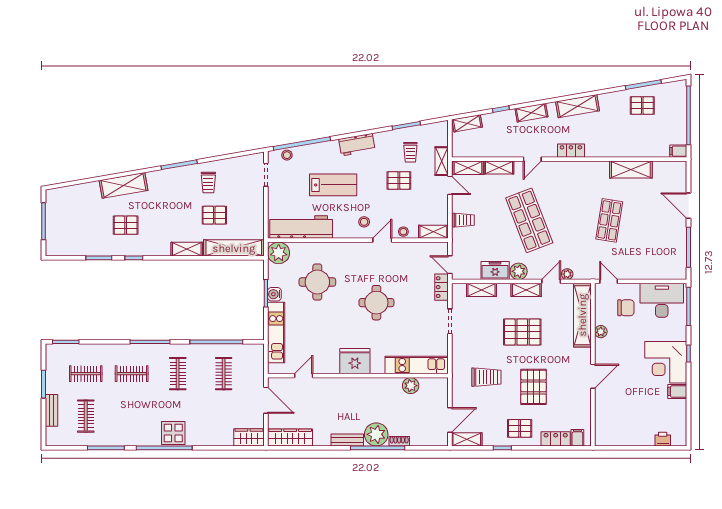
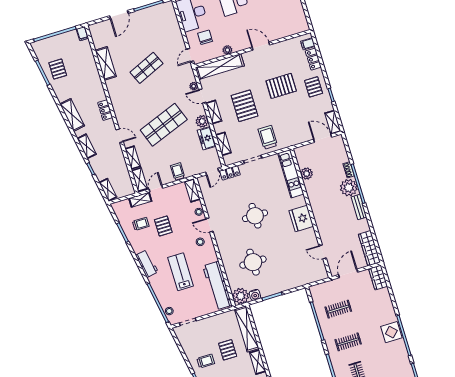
shop shelf: (609, 220) -> (146, 68), turned -33
water cooler: (274, 294) -> (255, 295), moved
kitchen unit: (276, 332) -> (298, 281), removed
trolley: (486, 377) -> (268, 137), moved

